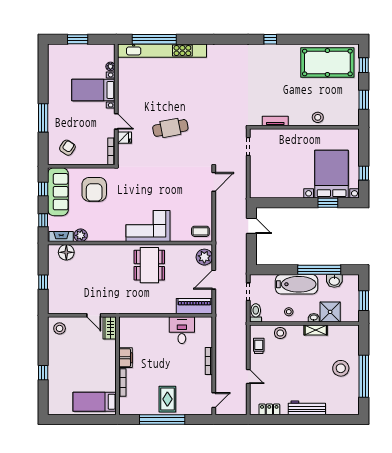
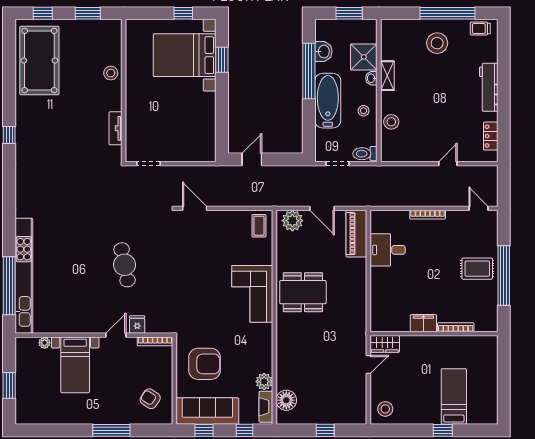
trolley: (259, 346) -> (480, 28), moved
bed: (95, 402) -> (454, 396), moved, turned 180

